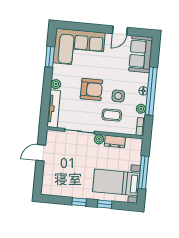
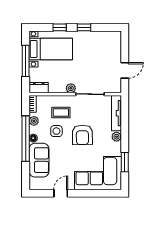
sofa: (141, 54) -> (39, 160), moved
armchair: (91, 89) -> (82, 135), turned -91
dresser: (115, 141) -> (39, 88), moved

